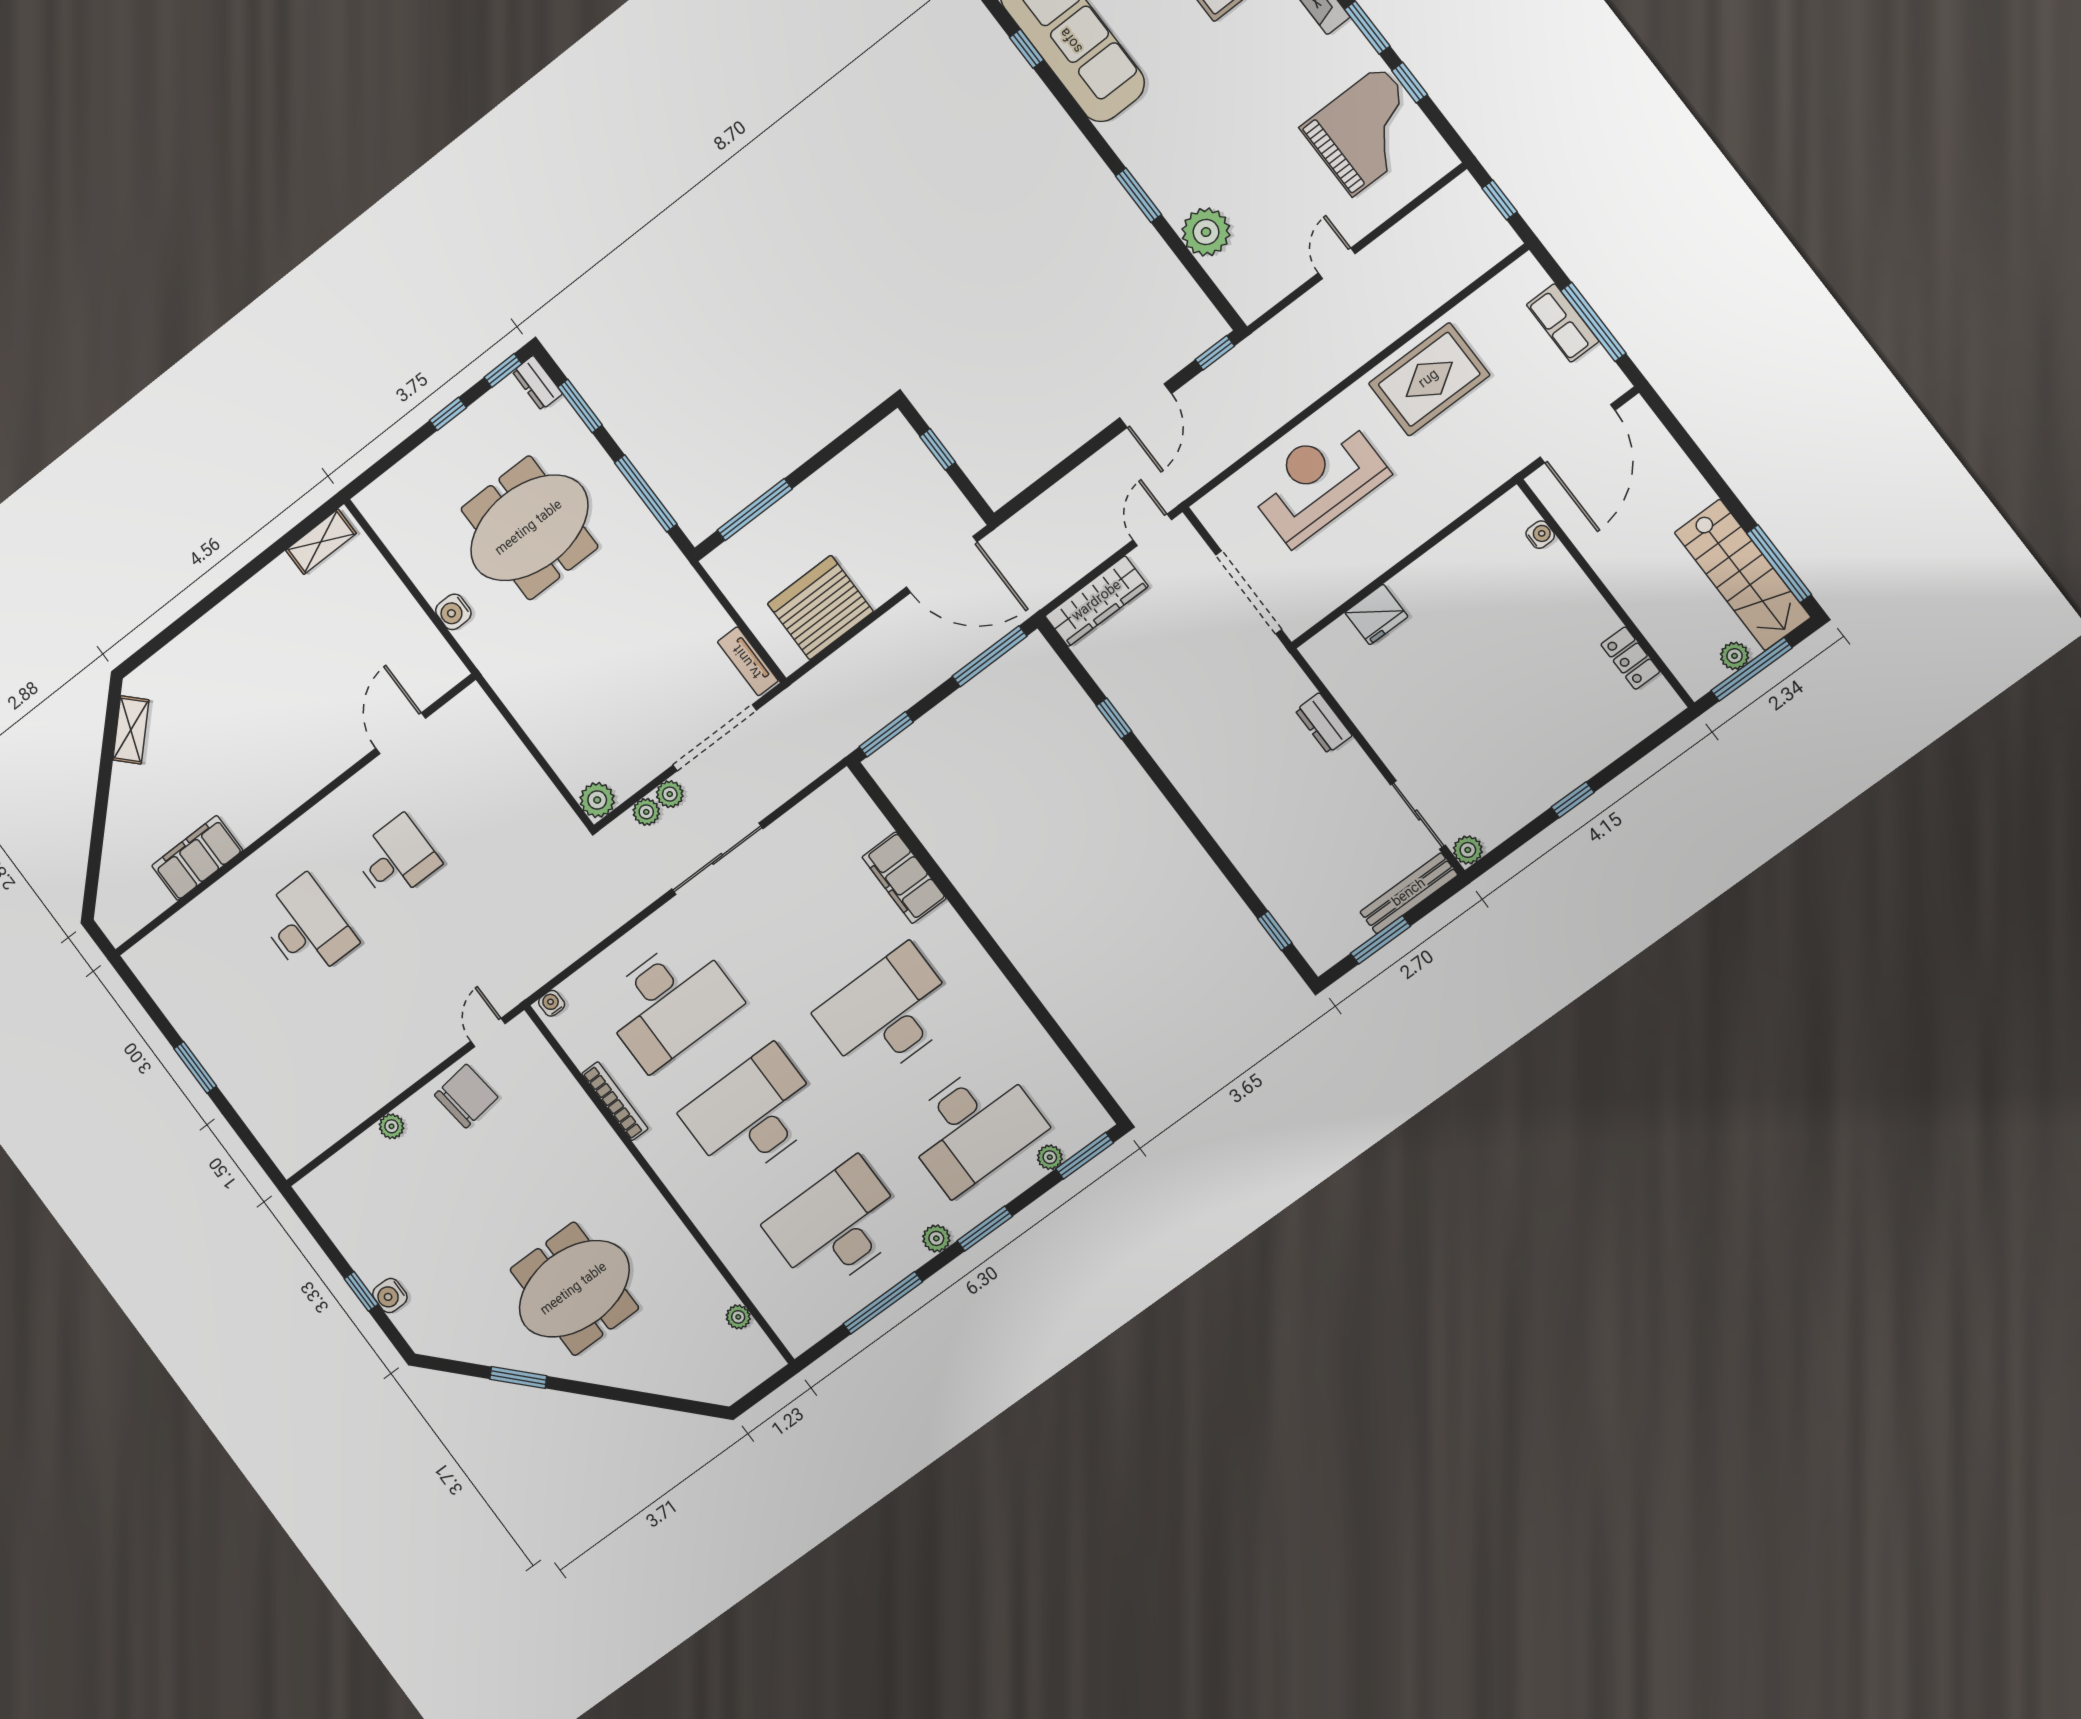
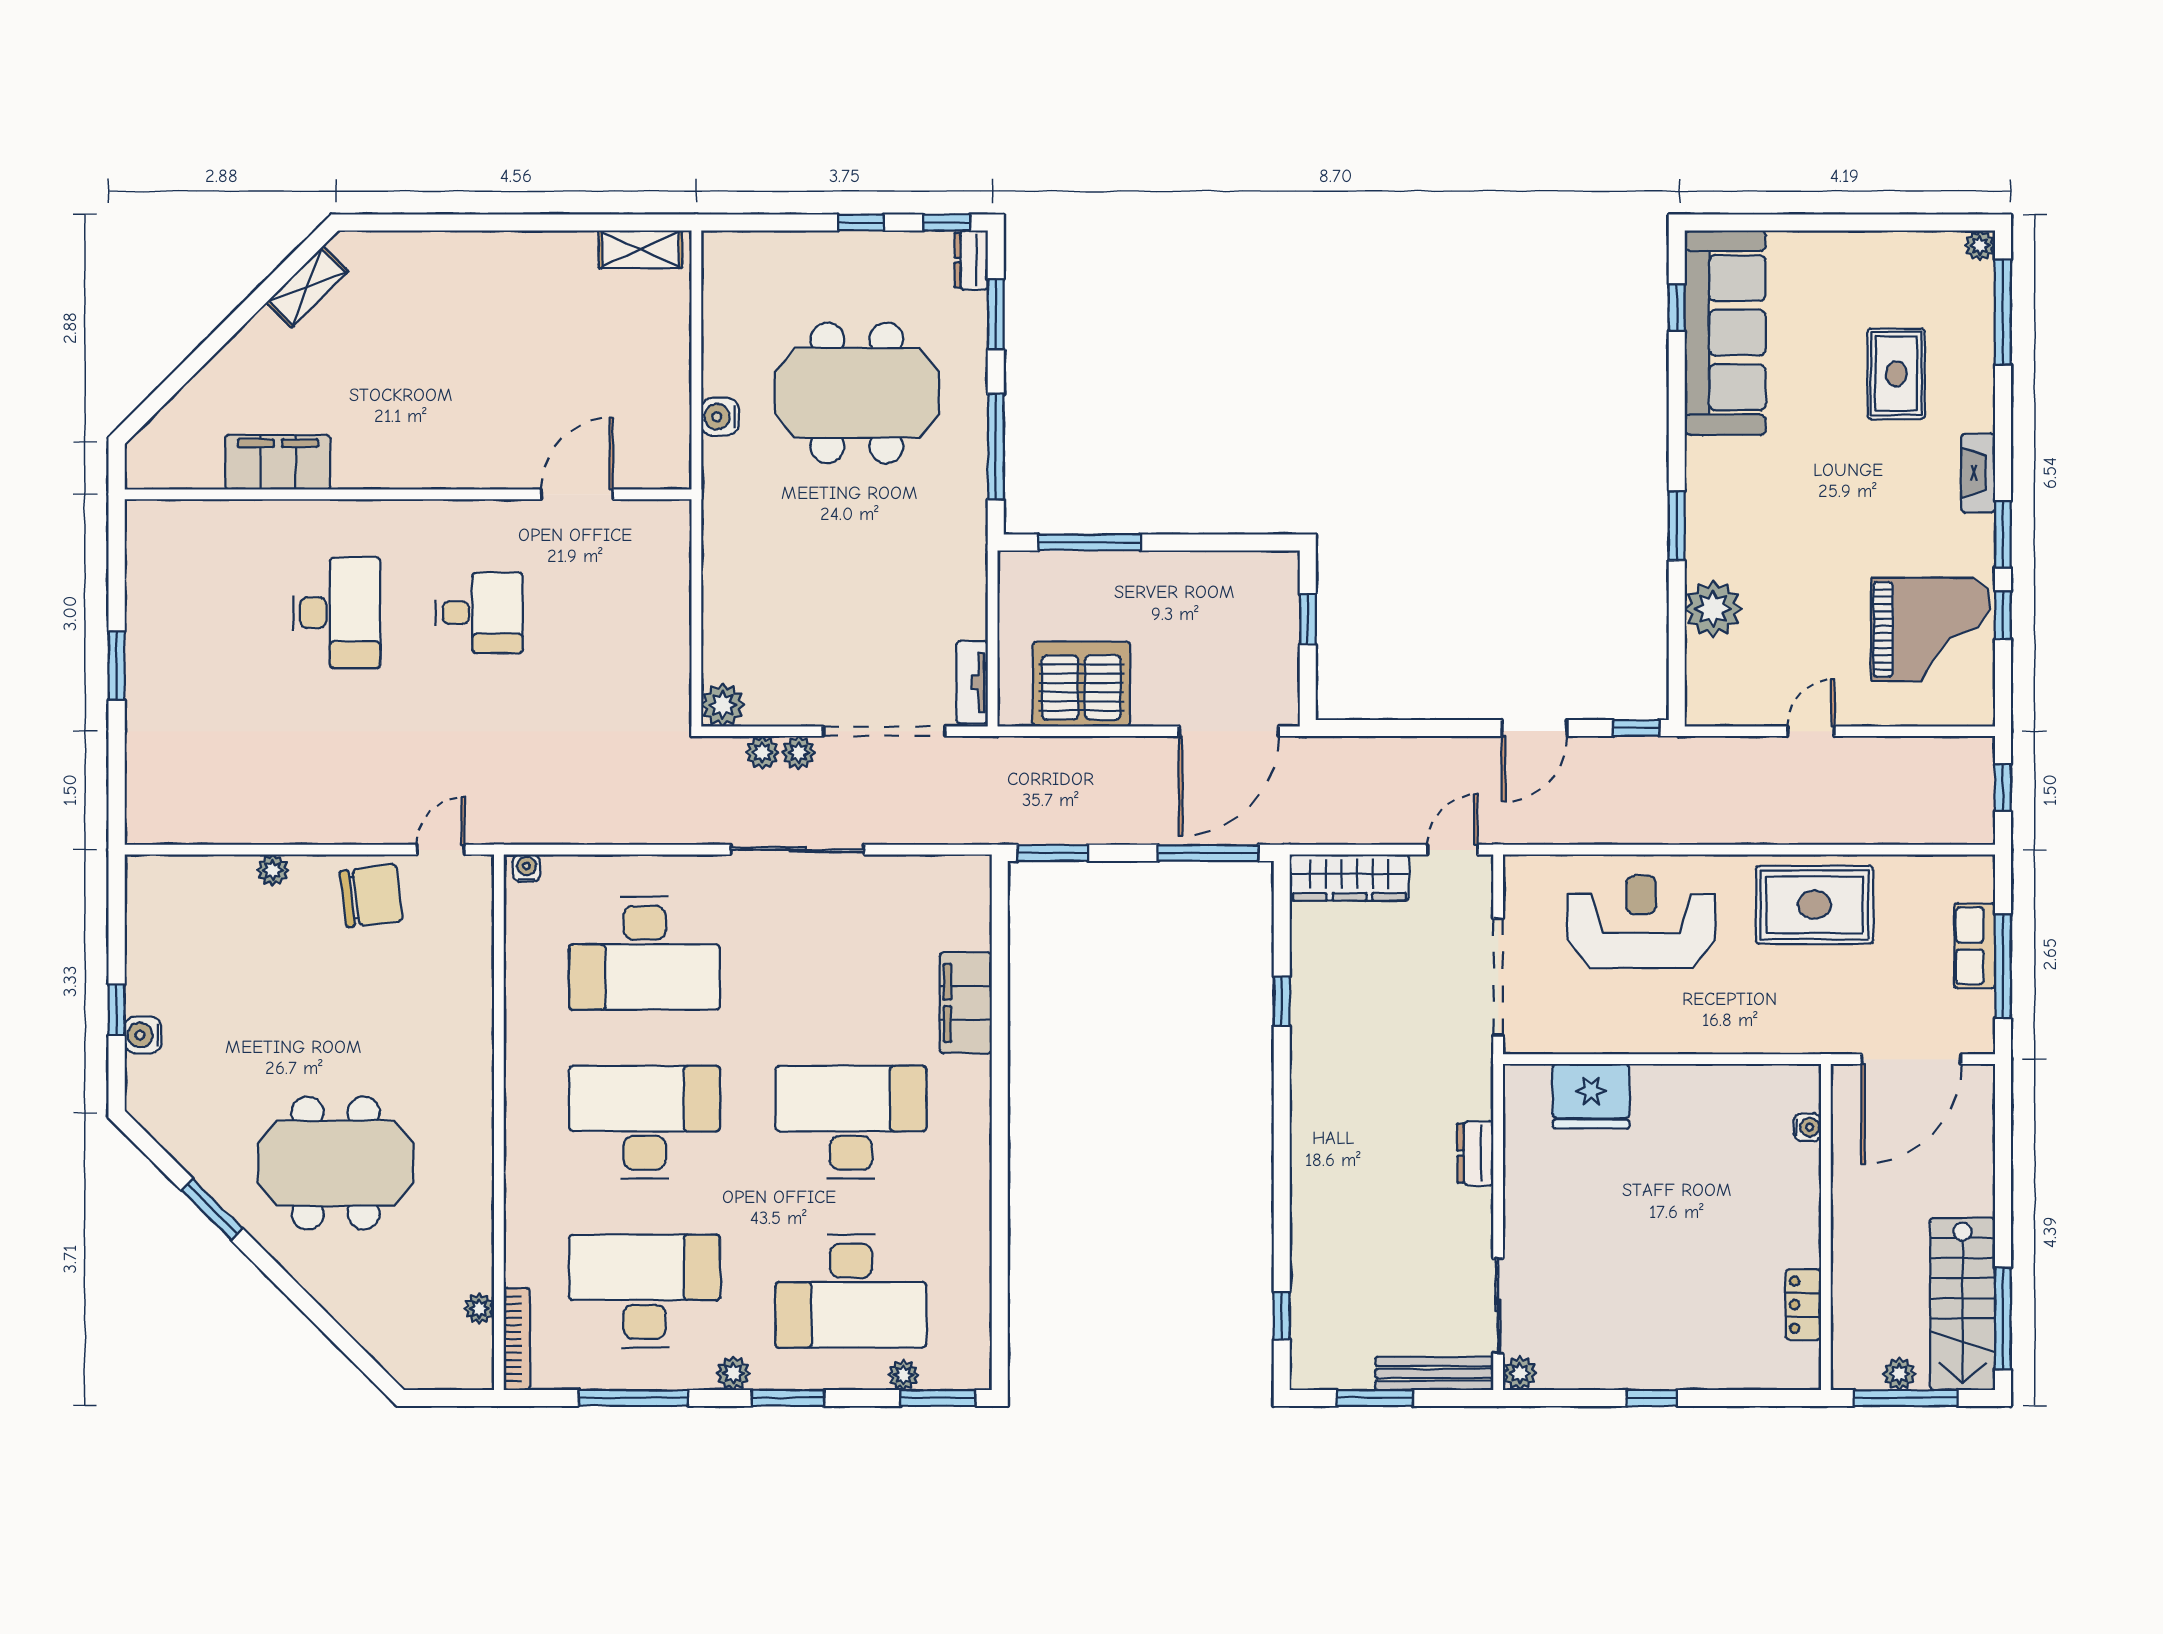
door: (942, 564) -> (1229, 731), hinge flipped
fridge: (1376, 615) -> (1591, 1096), width x1.36, depth x1.34
bookcase: (615, 1101) -> (517, 1339), moved

